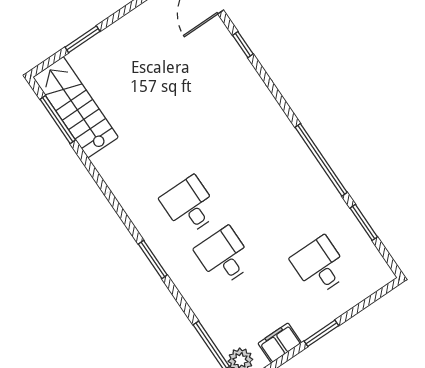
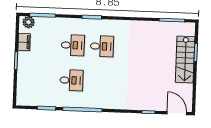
stairs: (76, 107) -> (185, 59), moved, turned 90
desk: (320, 266) -> (71, 80), moved

